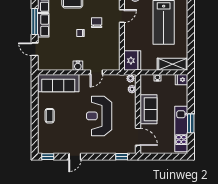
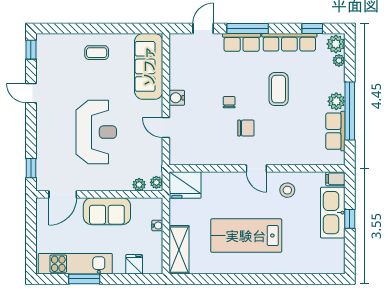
fridge: (182, 80) -> (134, 264), moved
reception desk: (99, 116) -> (96, 132), turned 90

